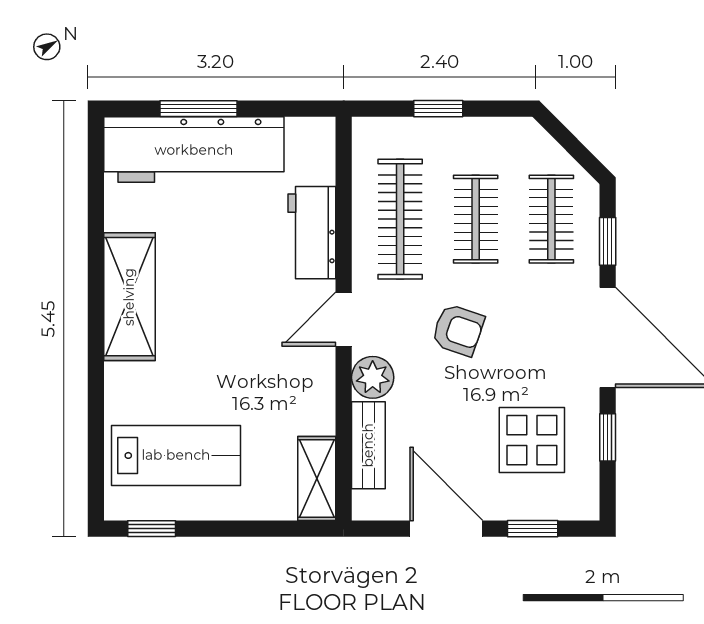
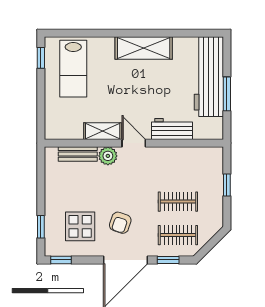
window: (198, 109) -> (227, 94), moved
clothes rail: (400, 219) -> (178, 168), removed
armchair: (458, 330) -> (120, 223), moved
window: (608, 437) -> (61, 260), moved
shelving: (317, 479) -> (103, 131), moved
door: (446, 529) -> (41, 189), removed

